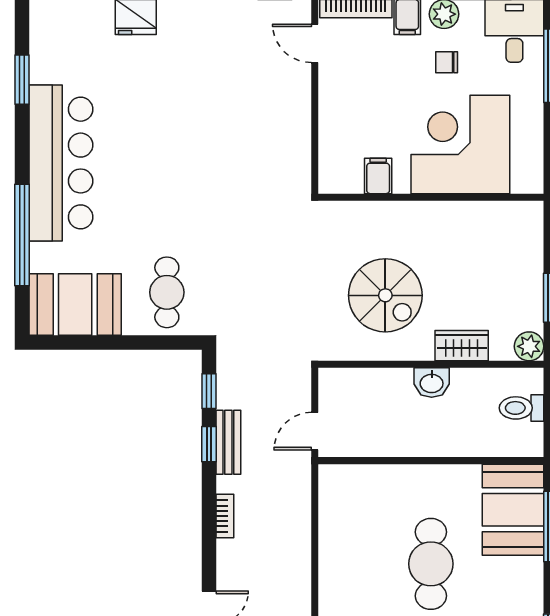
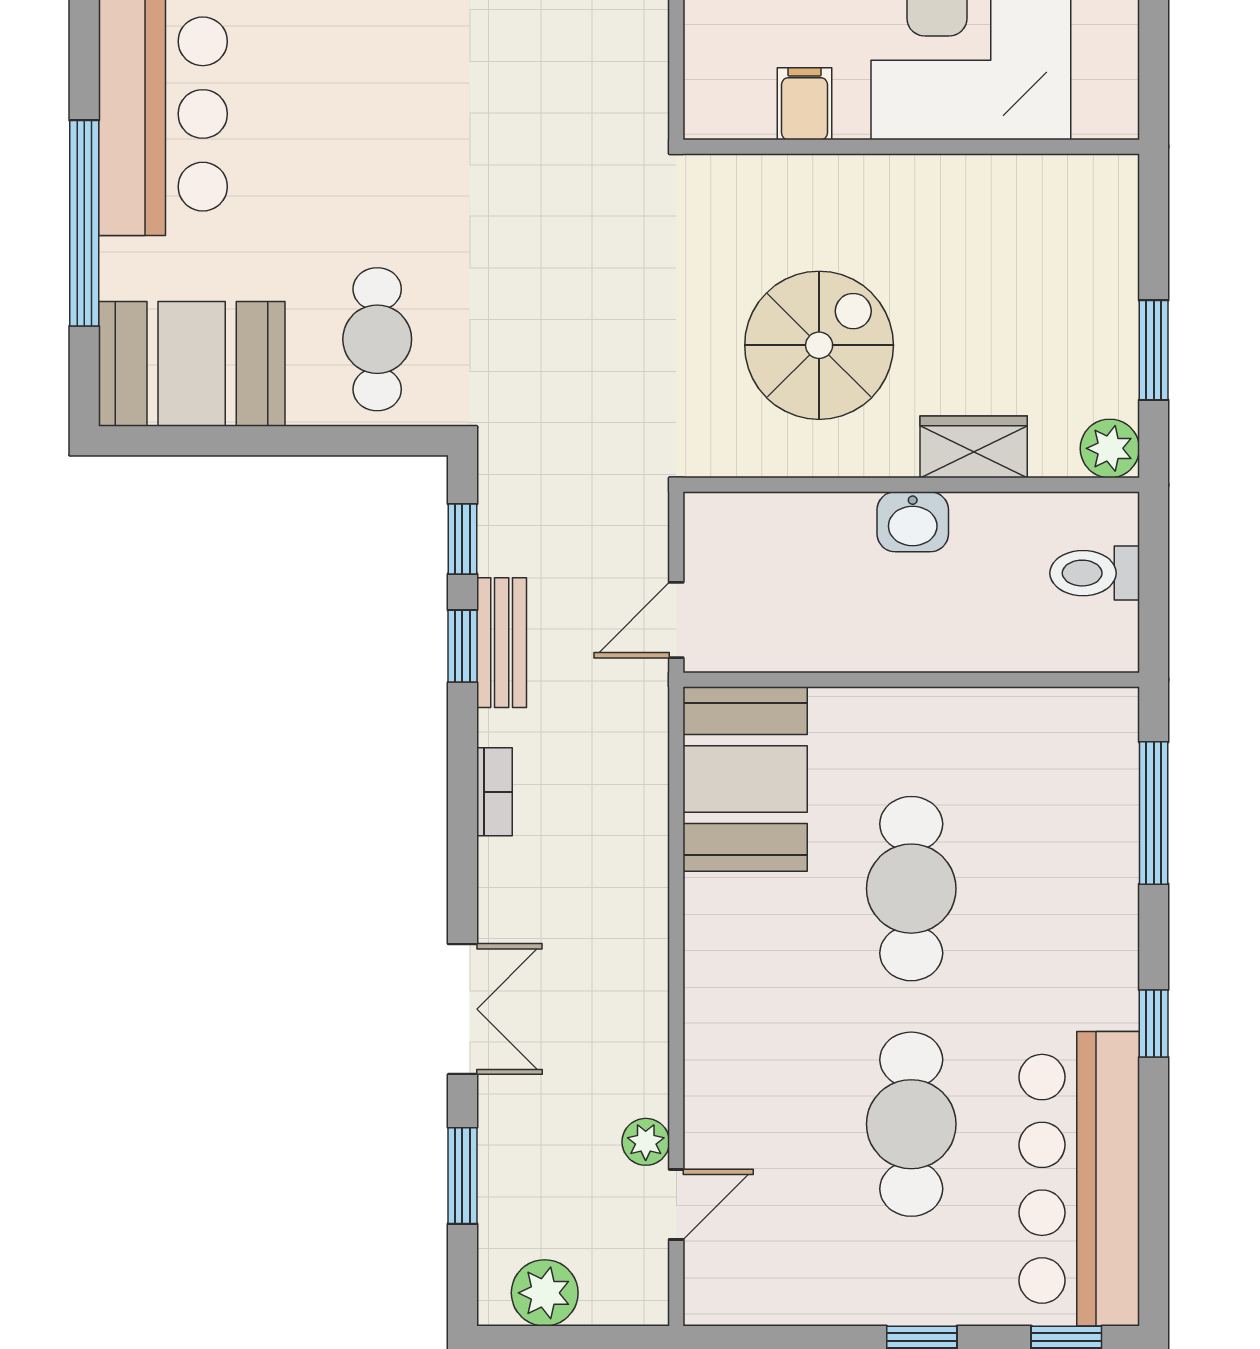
spiral stairs: (385, 295) -> (819, 345), turned -90
booth: (513, 510) -> (745, 779), moved

